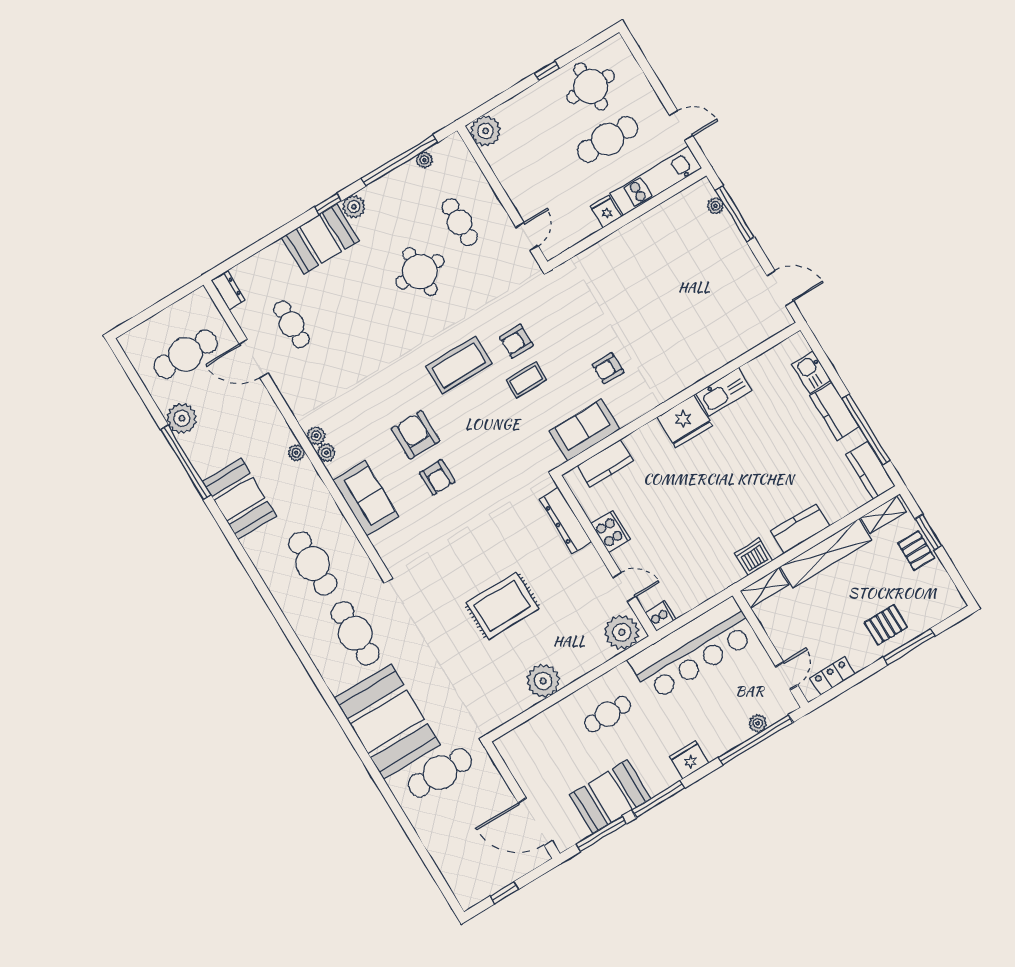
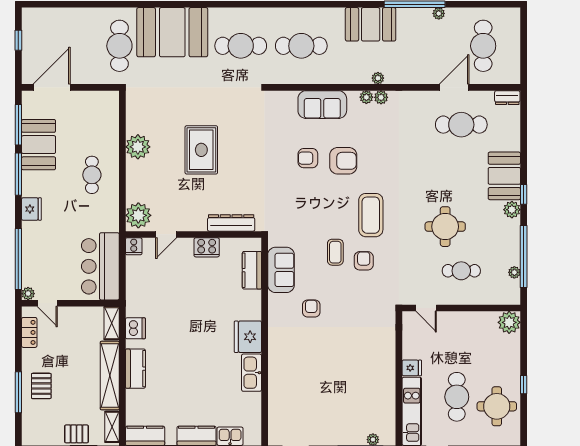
cafe table: (291, 324) -> (461, 125), width x1.37, depth x1.35
plant: (182, 418) -> (439, 13), width x0.53, depth x0.53
bar counter: (693, 649) -> (100, 266), width x0.73
plant: (758, 723) -> (28, 294), moved

